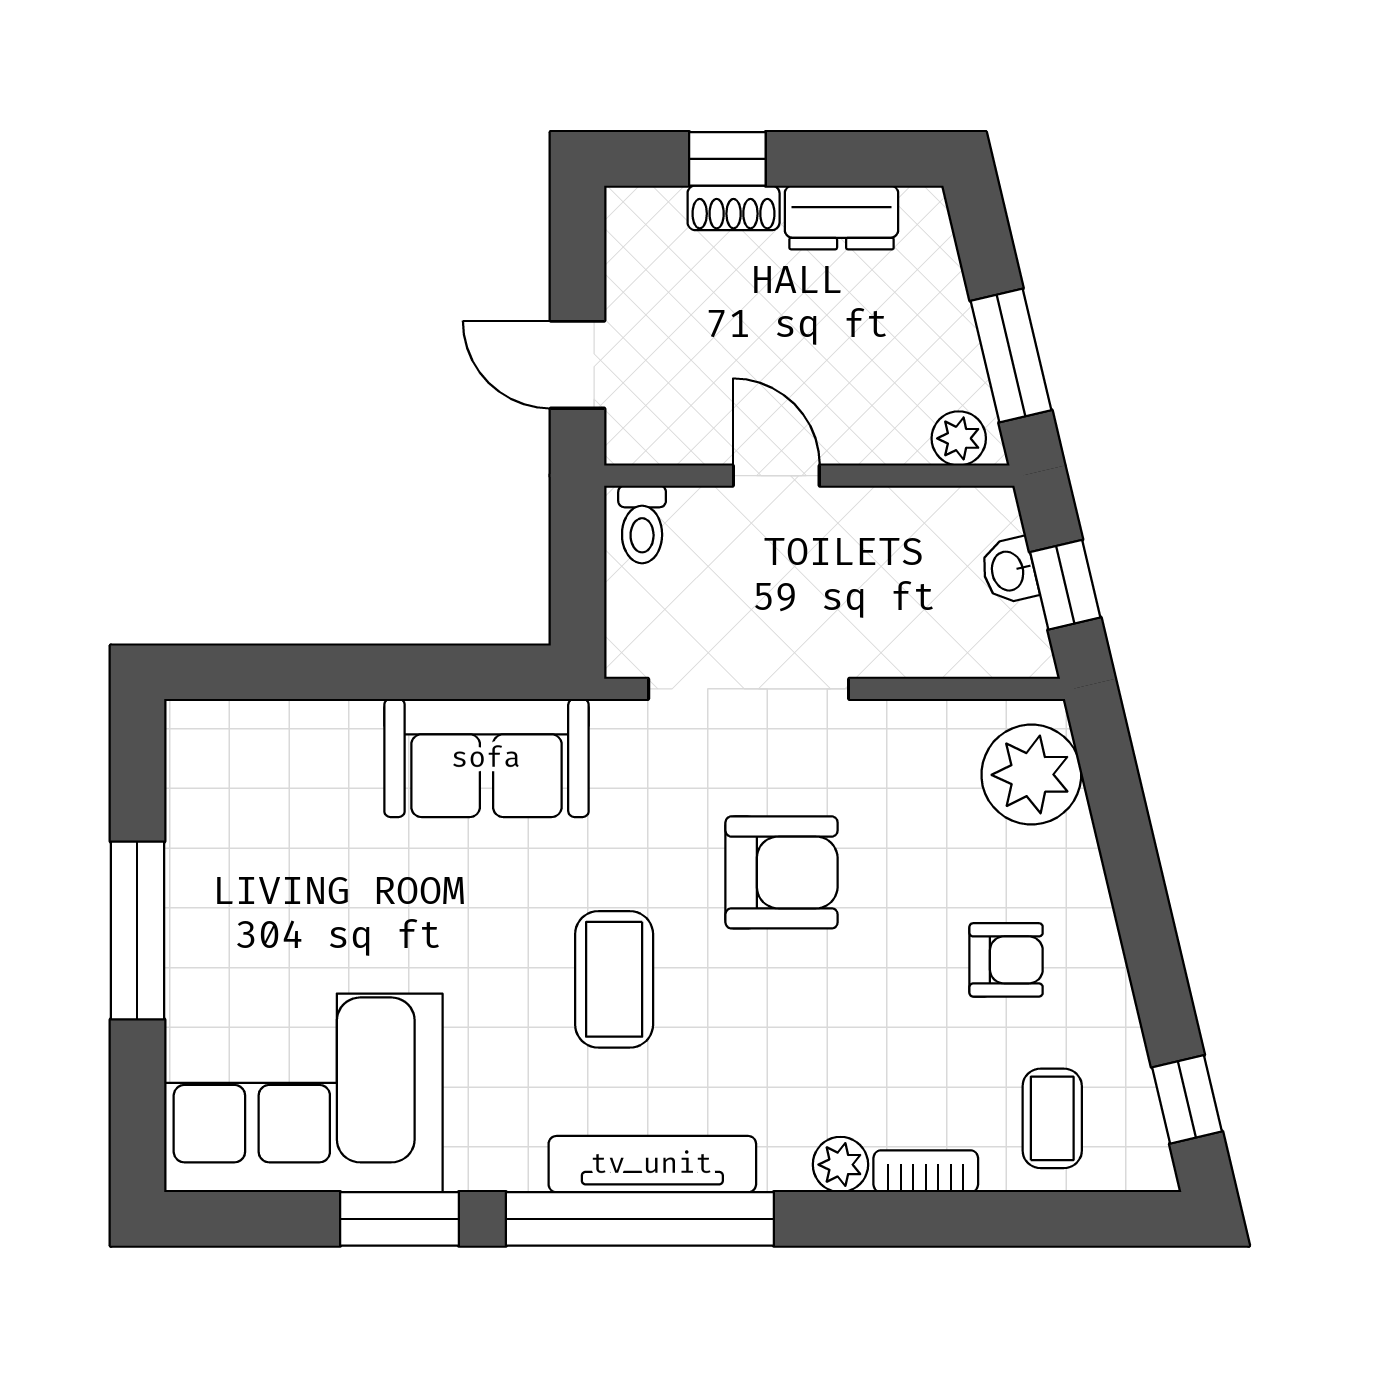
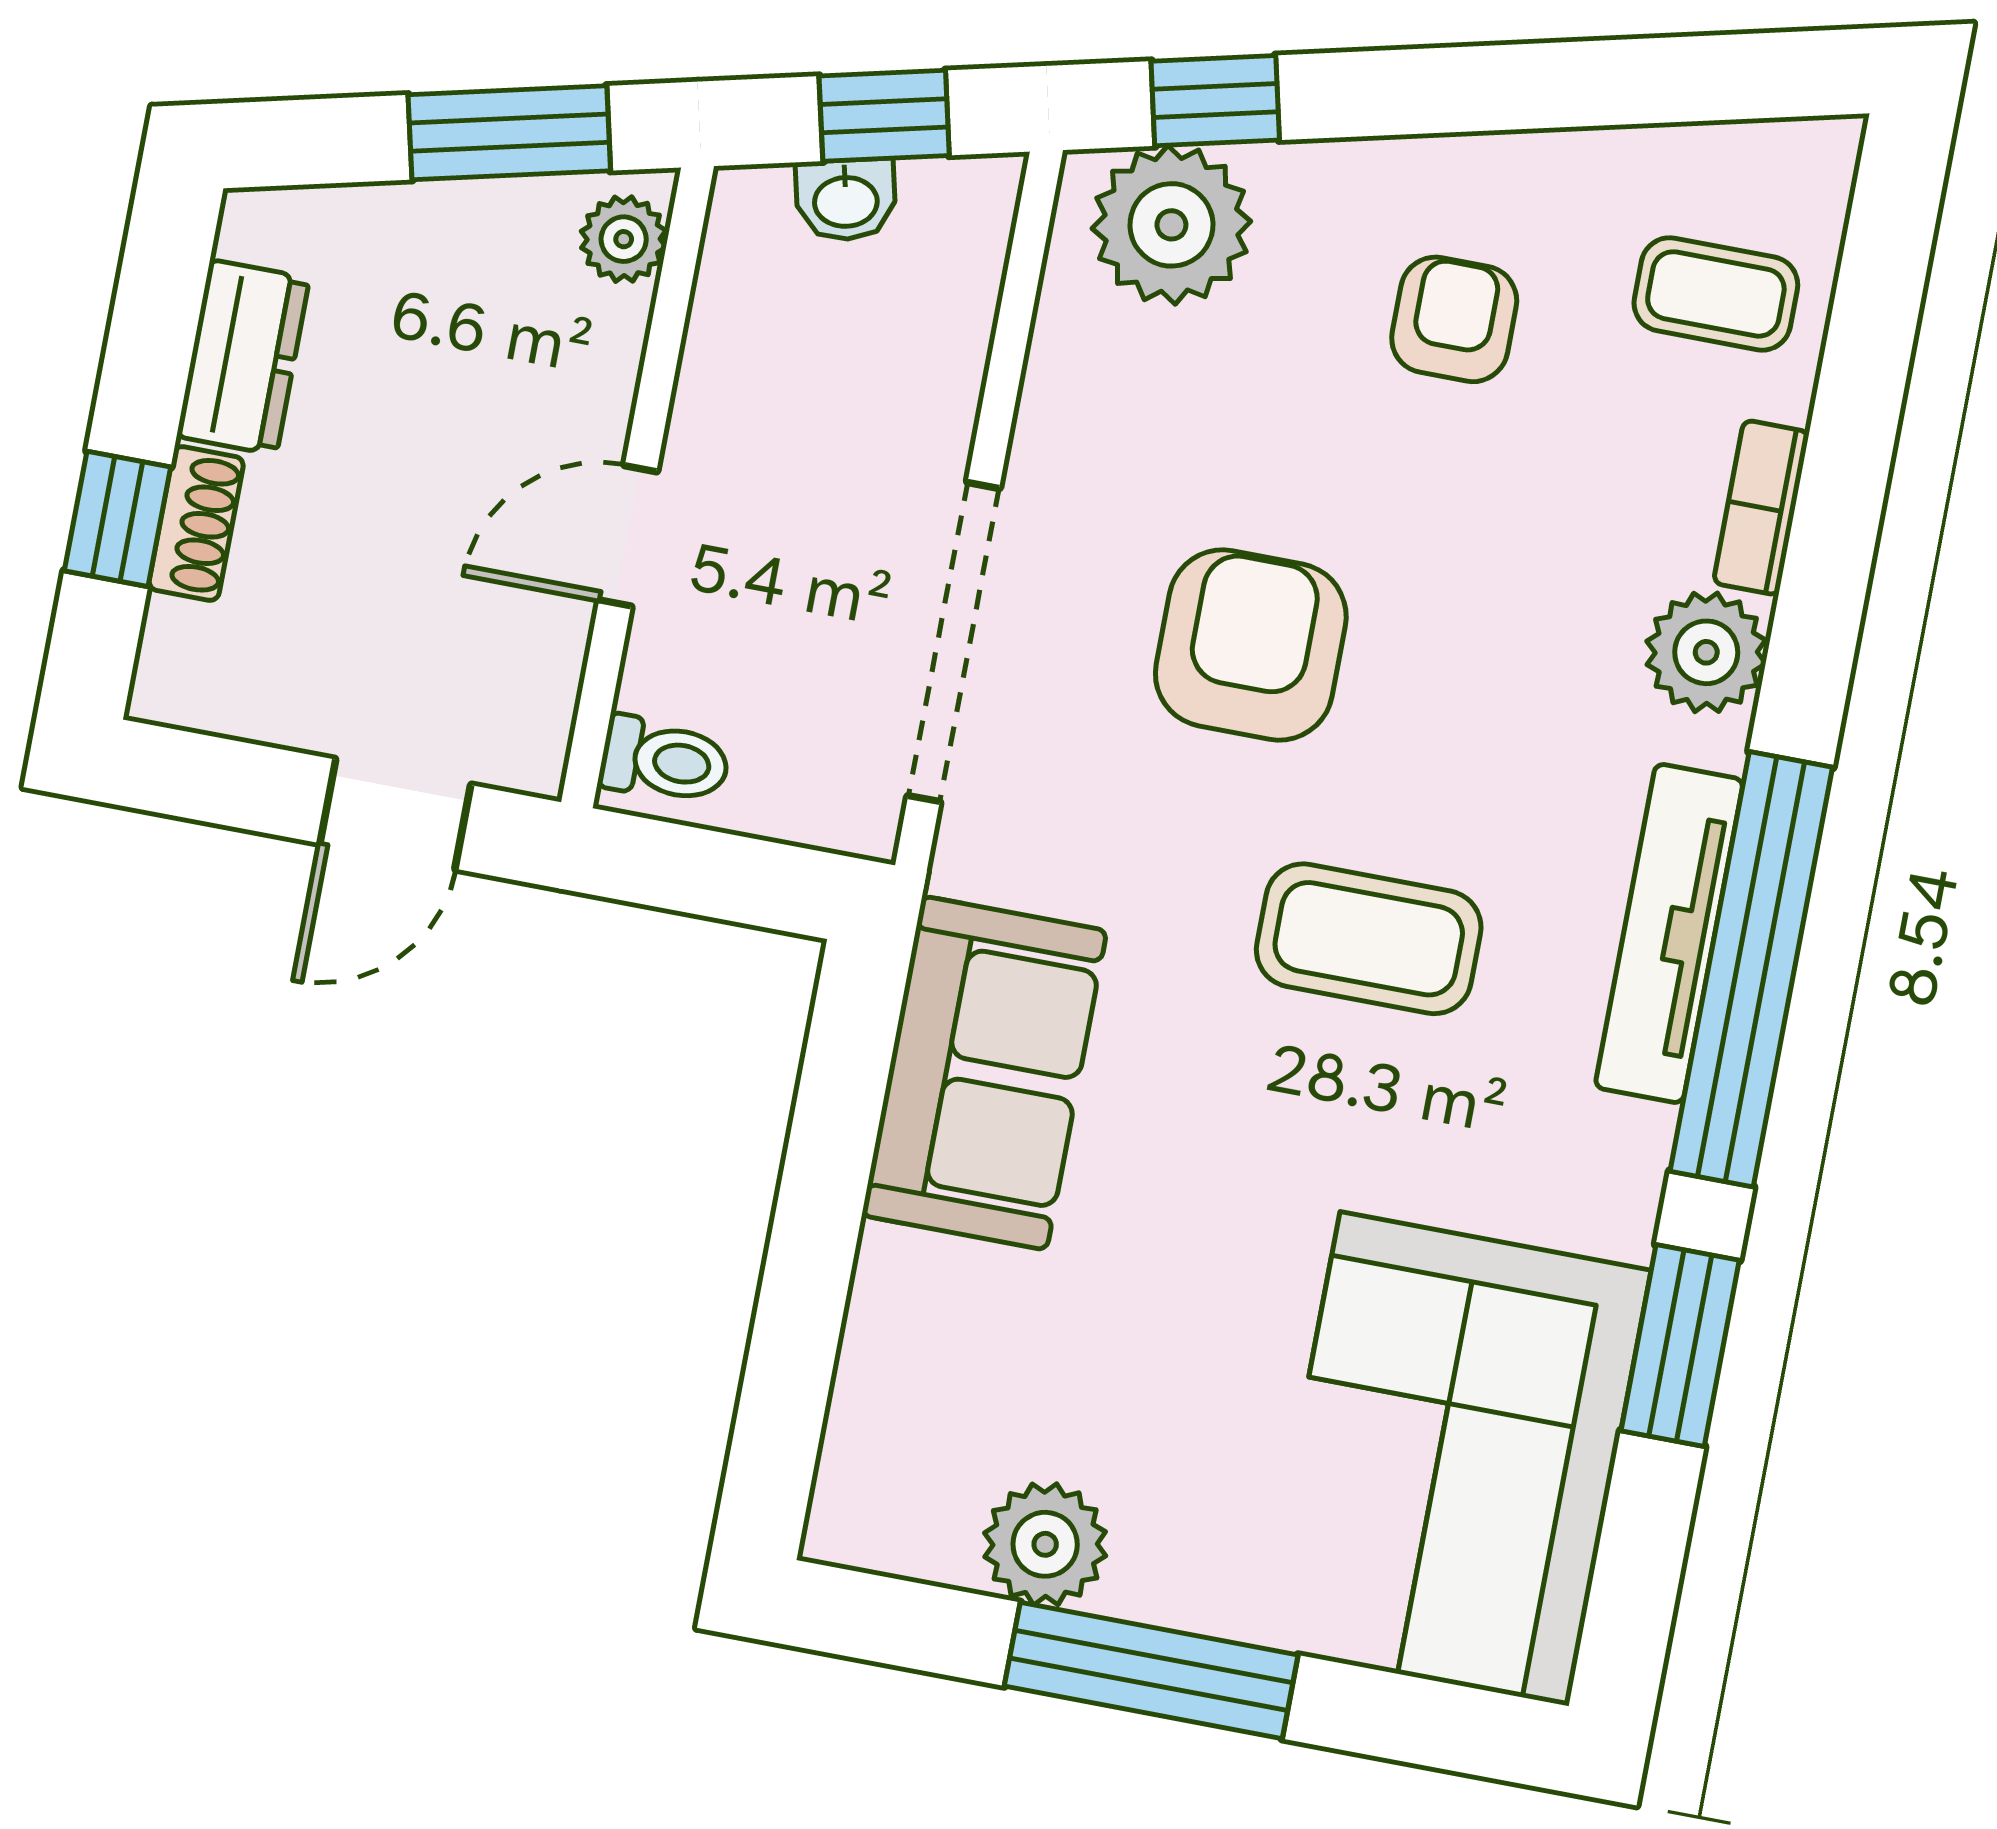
plant: (203, 850) -> (1045, 1544), added
window: (1187, 1099) -> (1215, 101), moved
plant: (840, 1165) -> (1706, 652), width x1.38, depth x1.38

